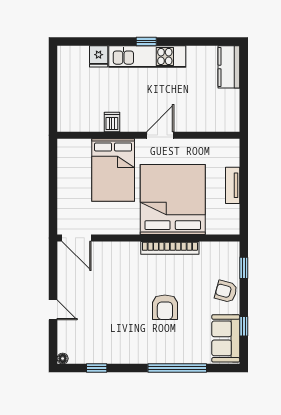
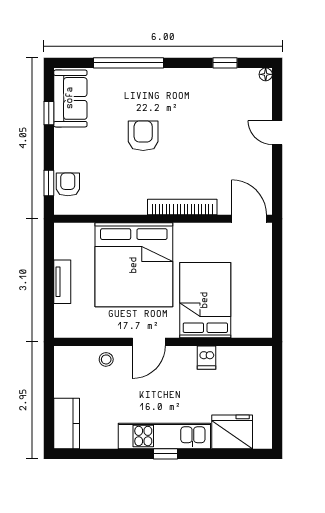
fridge: (99, 56) -> (232, 432), width x1.88, depth x1.34
stool: (196, 120) -> (106, 359), added
bookcase: (170, 248) -> (182, 207), moved
armchair: (226, 291) -> (68, 184), moved, turned -105

